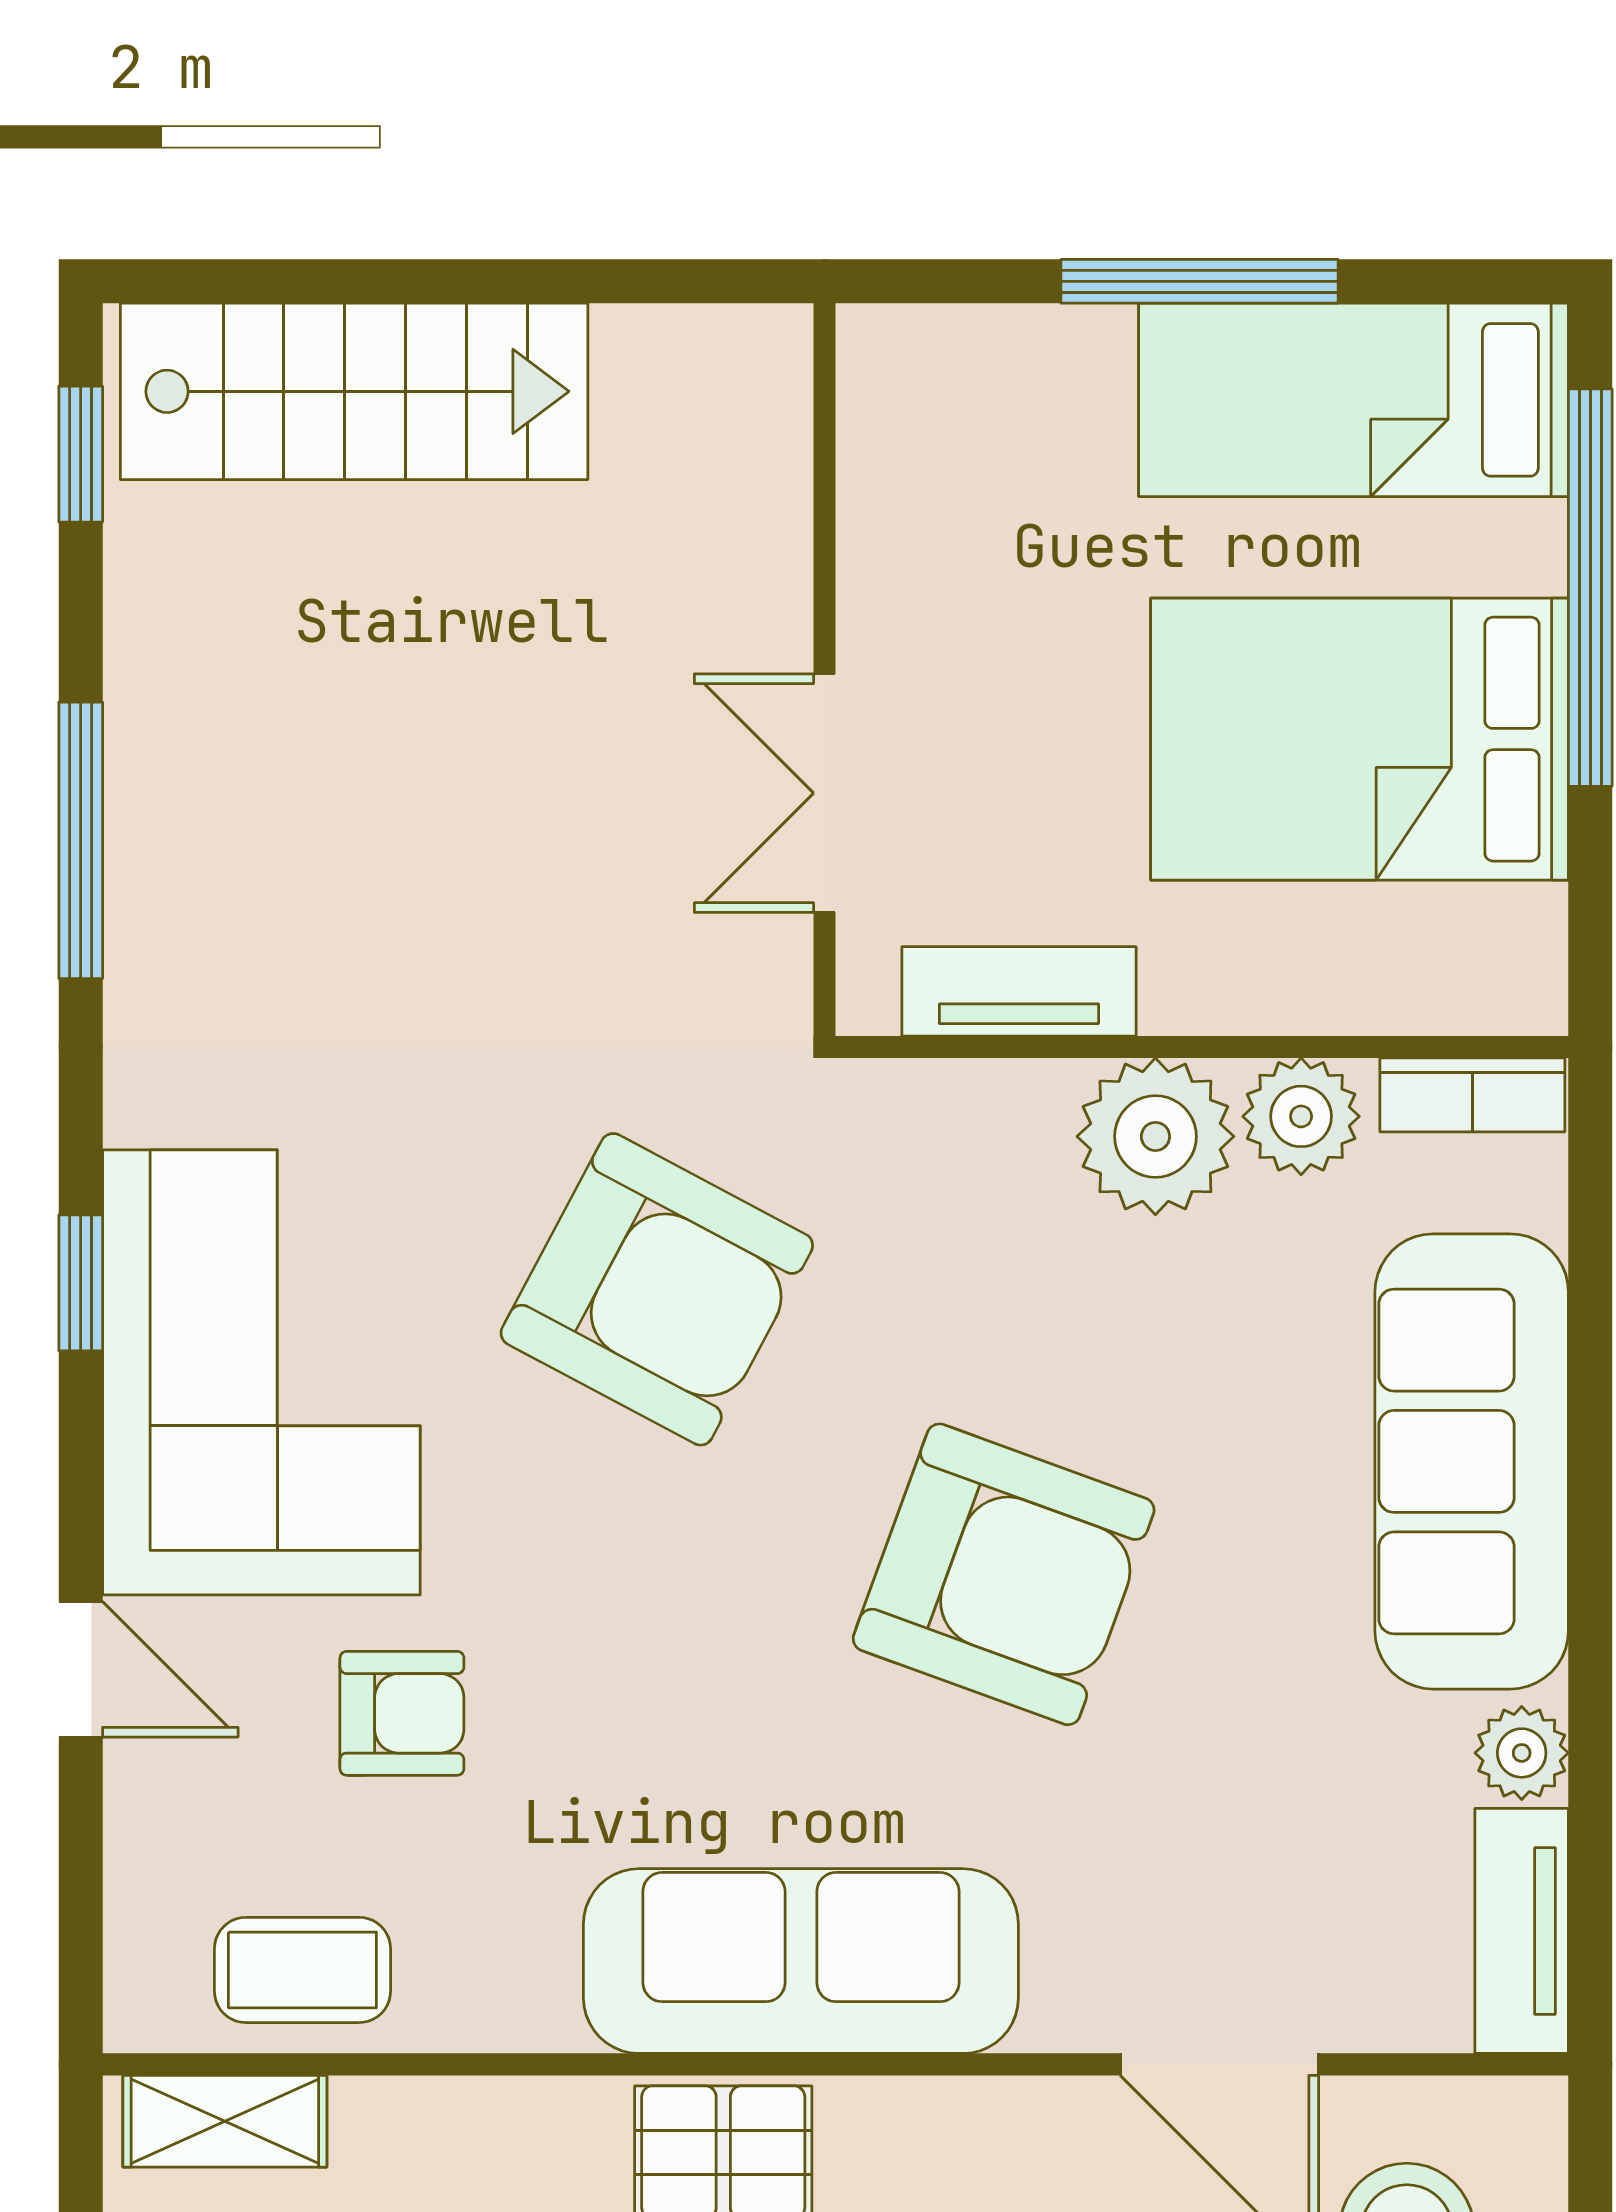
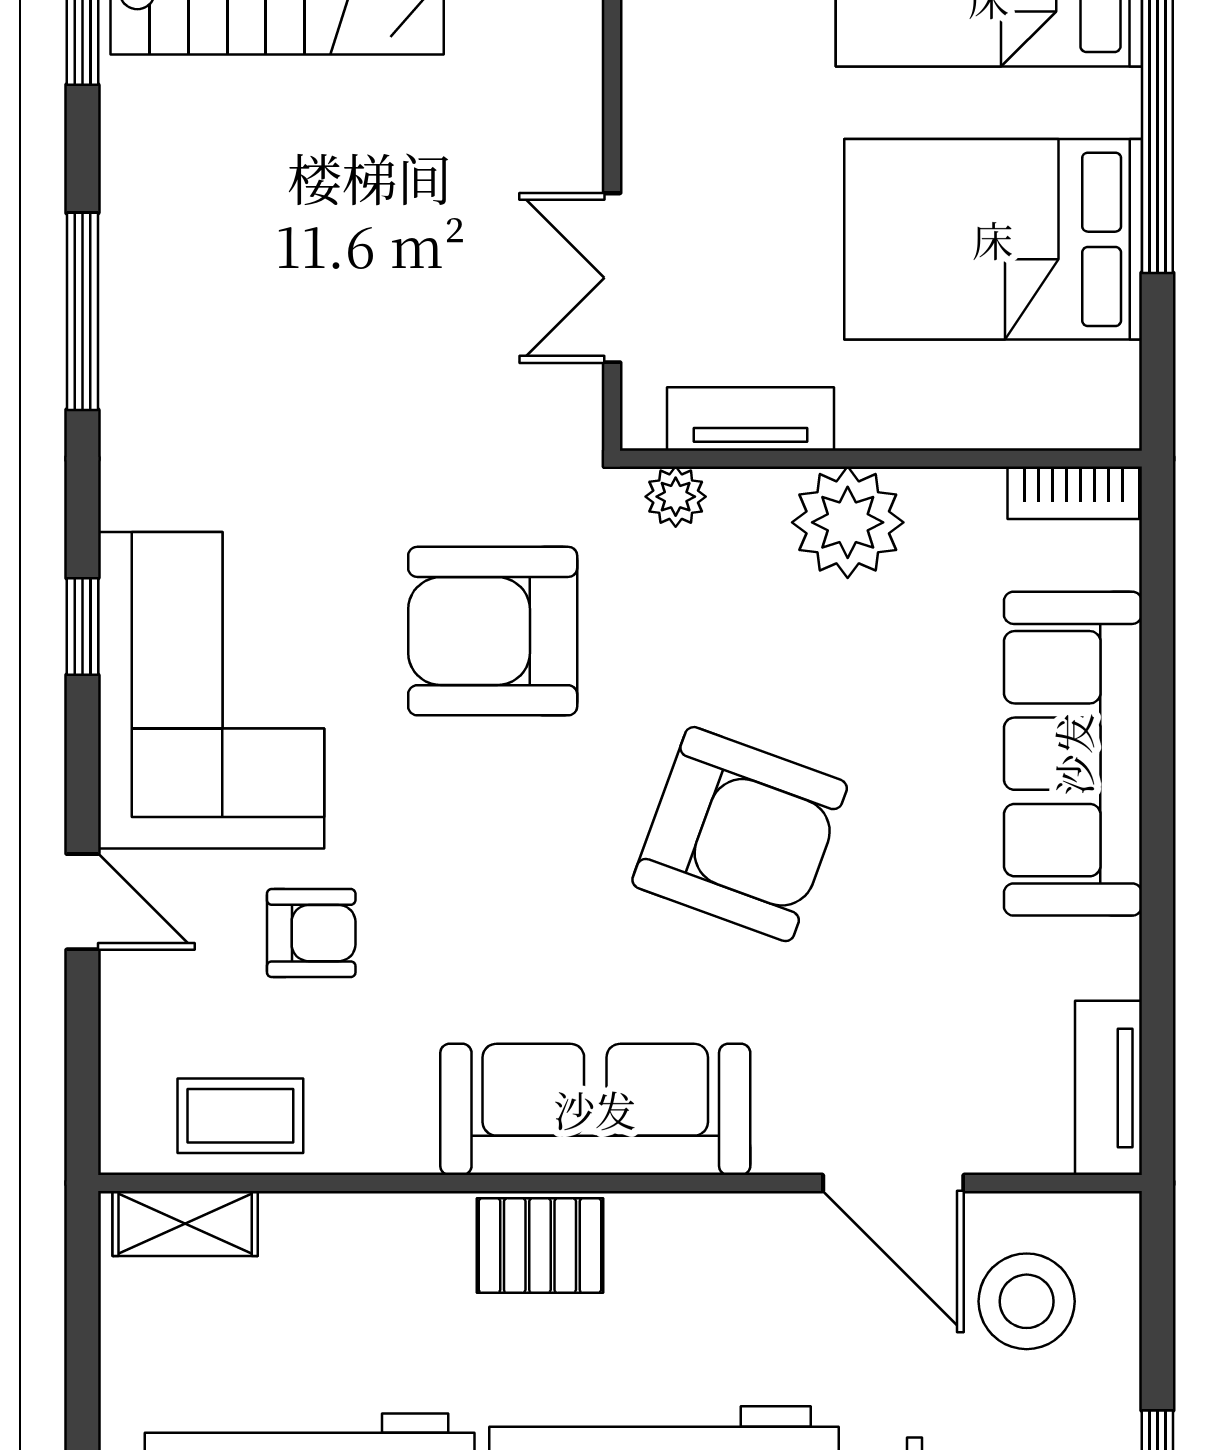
plant: (1301, 1116) -> (676, 497), moved, width x0.73, depth x0.73
armchair: (657, 1289) -> (493, 631), turned 152
plant: (1522, 1753) -> (1109, 961), removed

